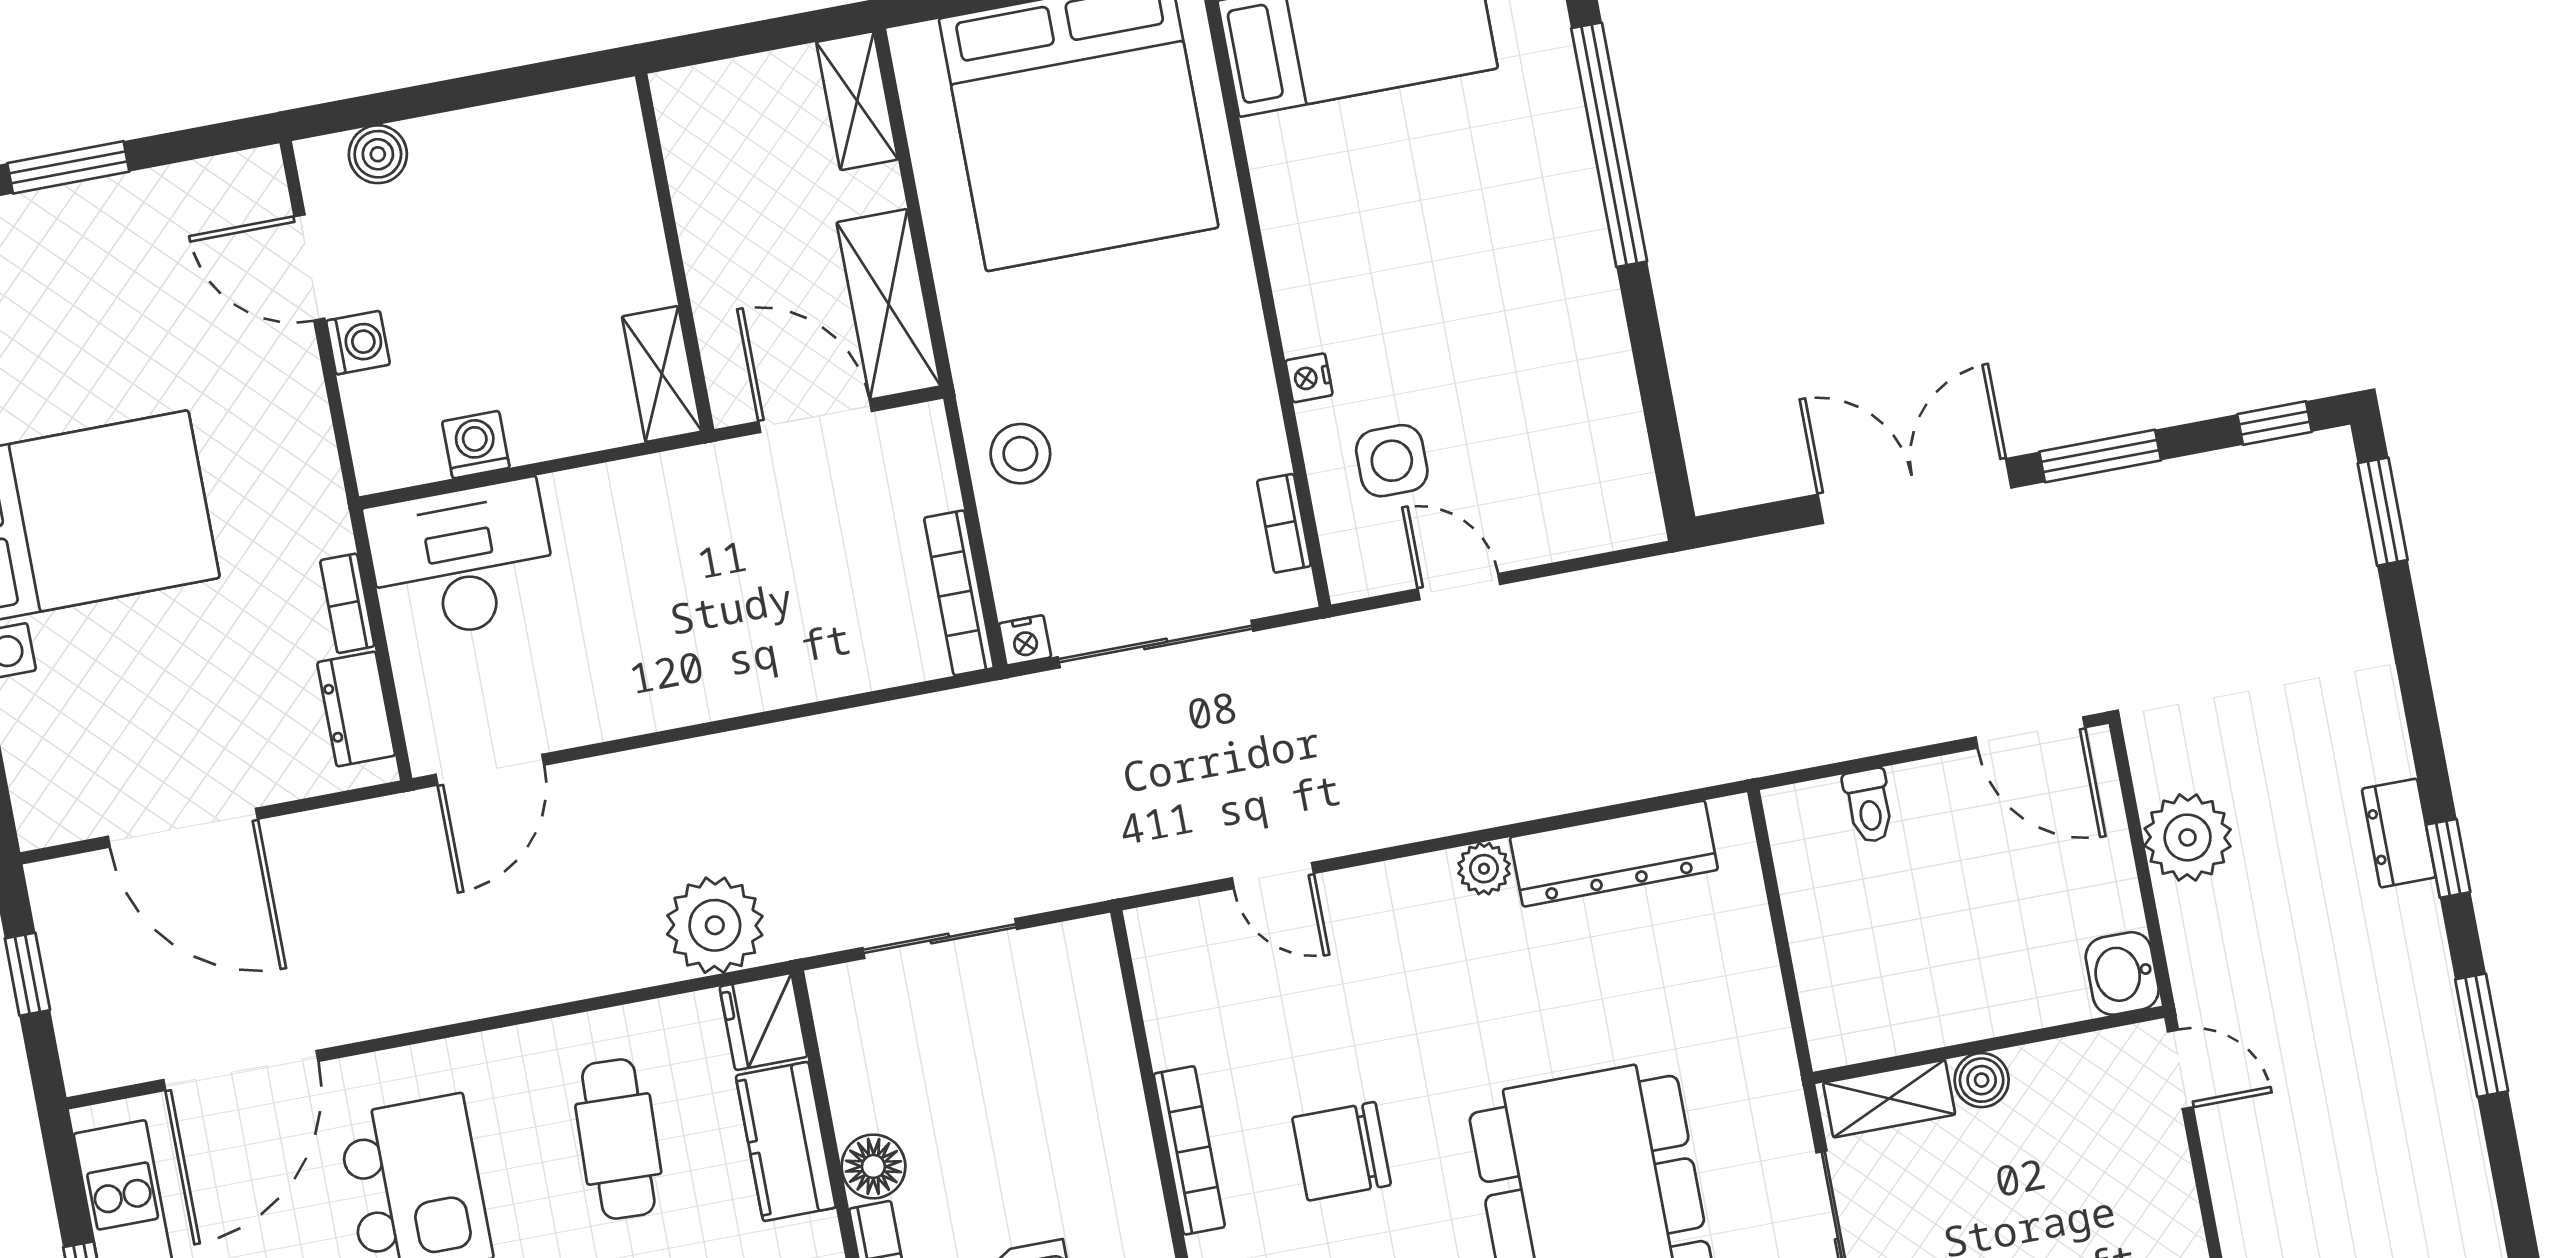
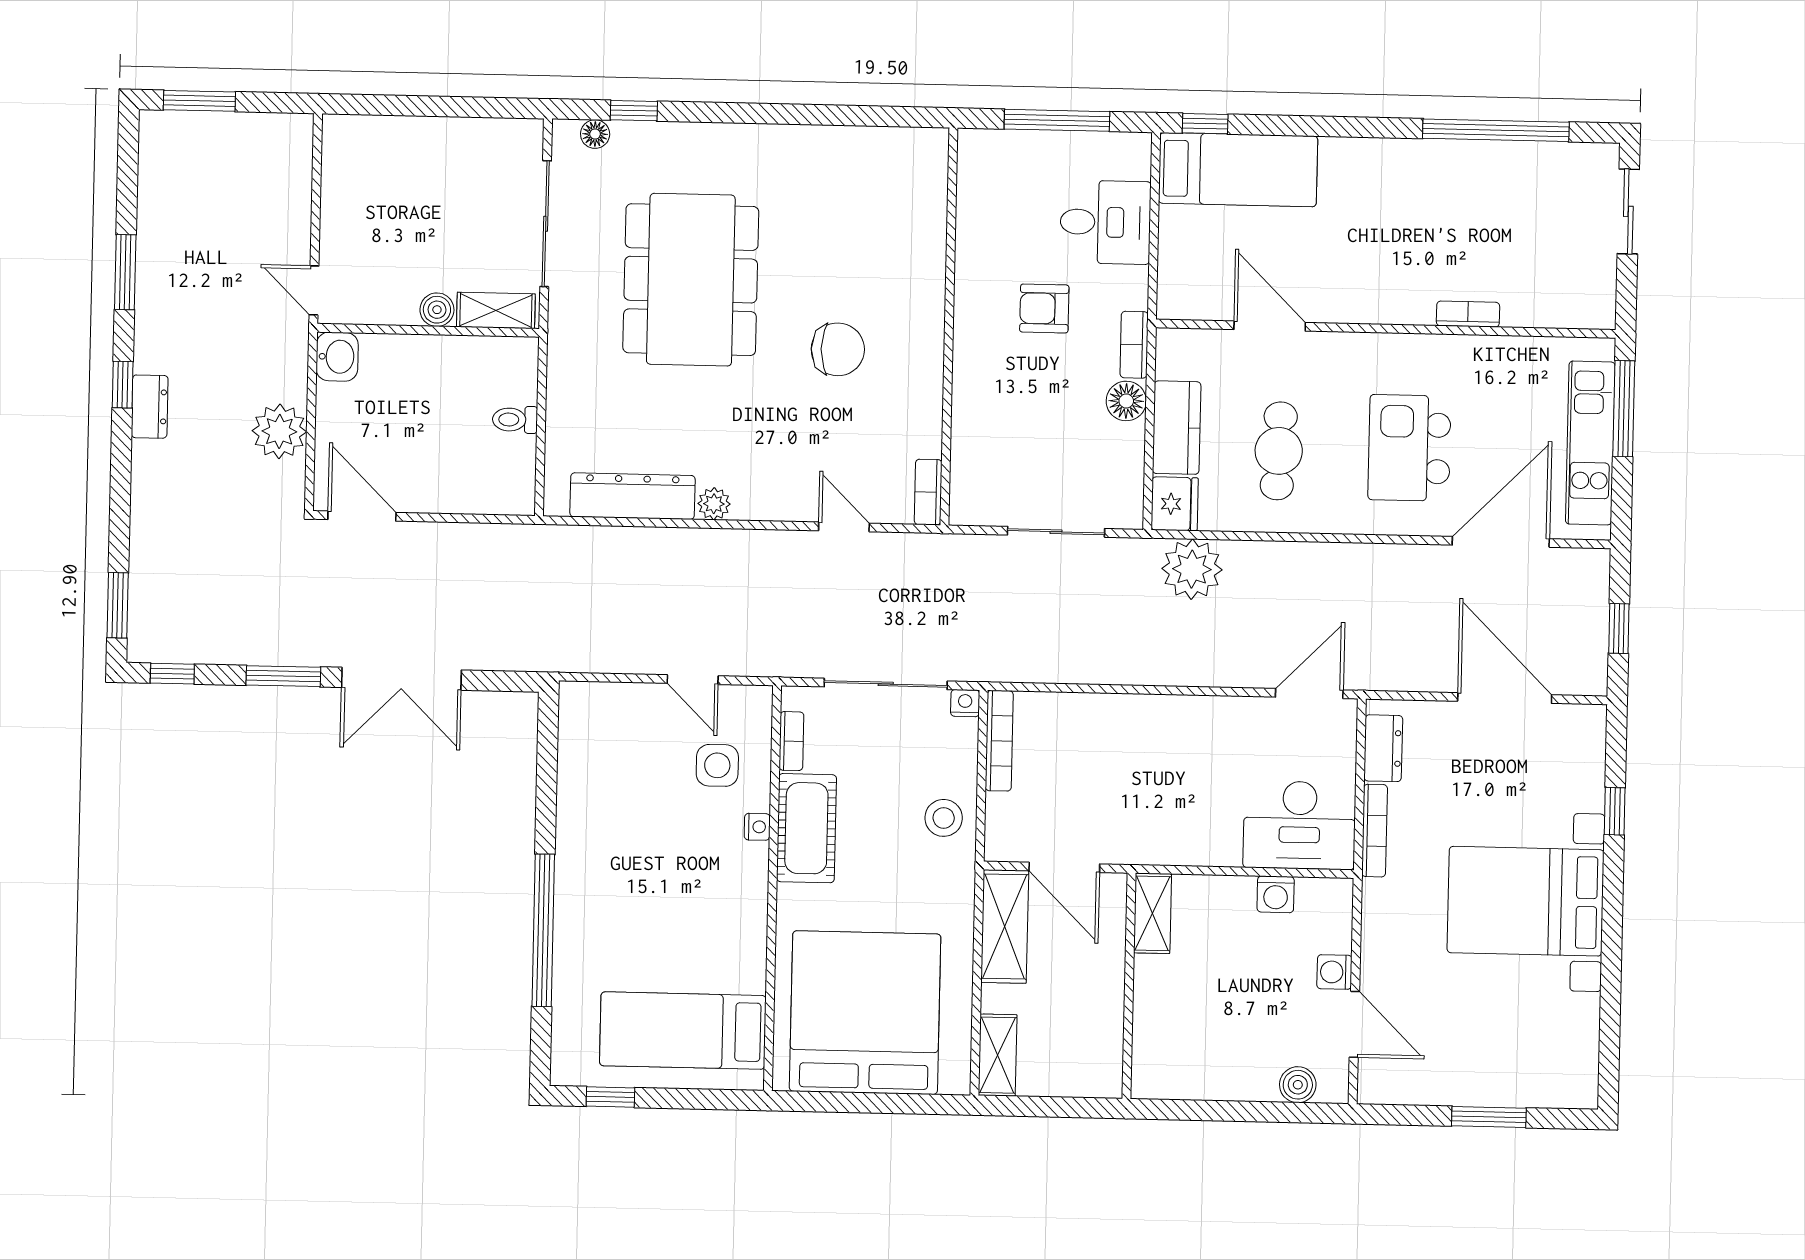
cot: (1231, 392) -> (806, 828), added
bookcase: (347, 603) -> (1375, 831), width x1.56
toilet: (1869, 806) -> (515, 420), moved, turned -90
bookcase: (1189, 1150) -> (928, 492), moved, width x0.64

